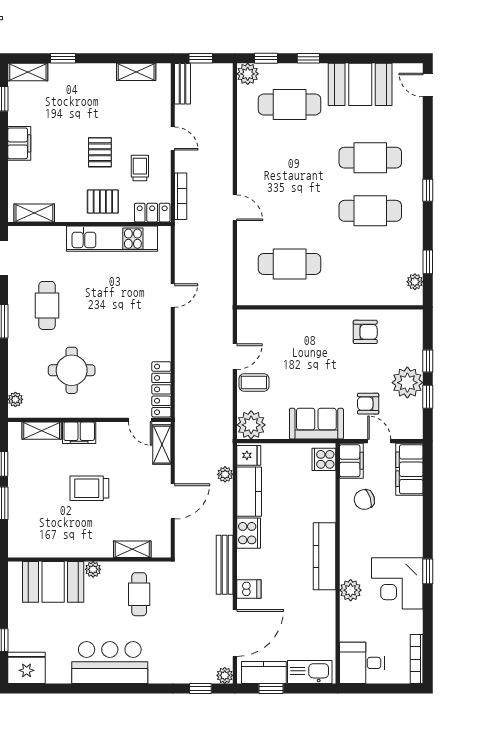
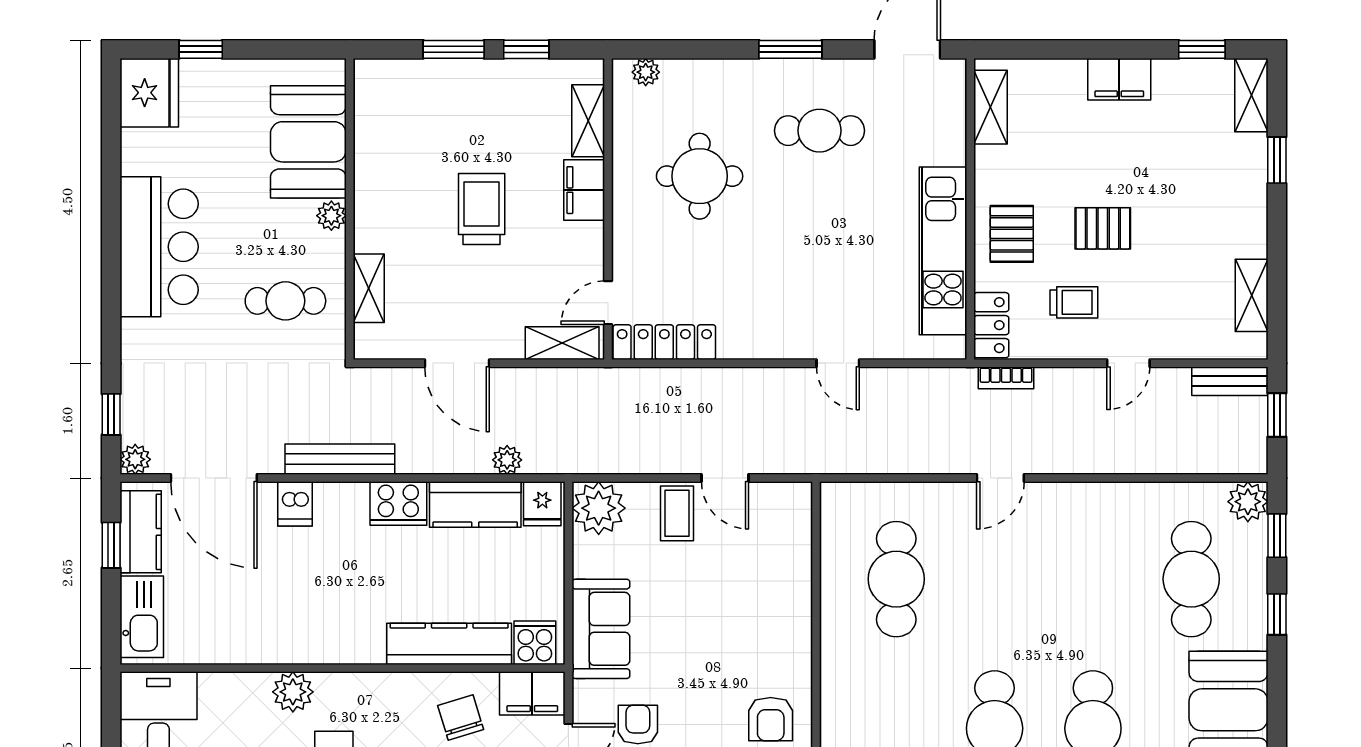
bookcase: (181, 196) -> (1006, 378), width x0.64
kitchen counter: (324, 556) -> (449, 644), moved

